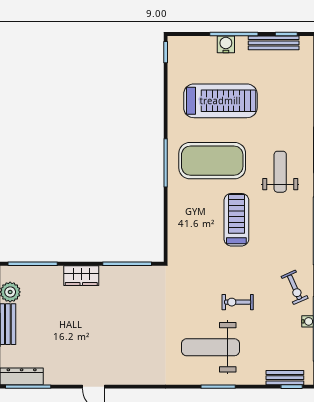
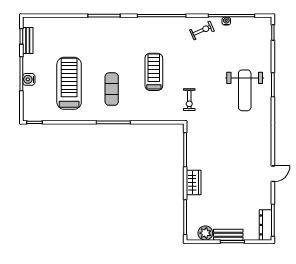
bench: (274, 43) -> (28, 41), width x0.73
exercise mat: (212, 161) -> (112, 89), width x0.50, depth x0.69
weight bench: (280, 172) -> (120, 41), removed
treadmill: (236, 220) -> (154, 72), turned 90
exercise bike: (238, 302) -> (189, 100), moved
bench: (285, 378) -> (266, 37), removed

